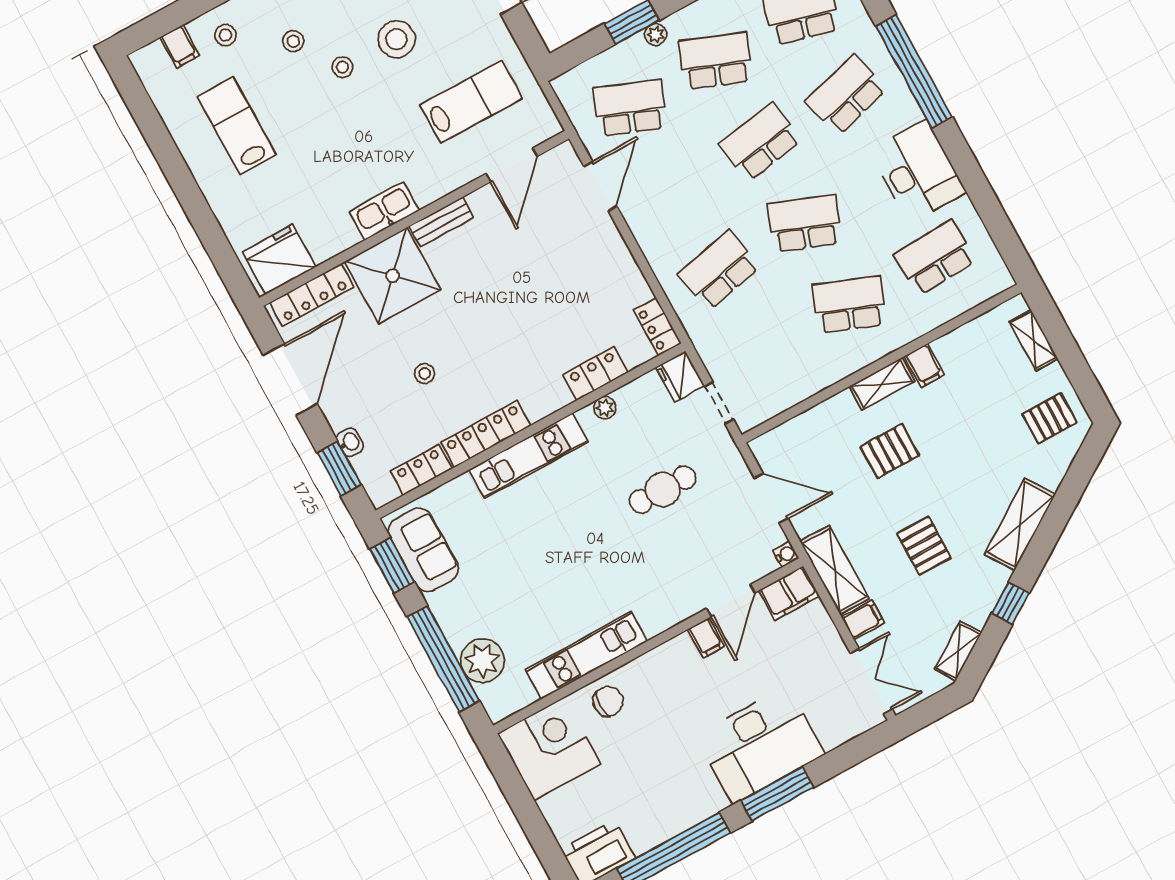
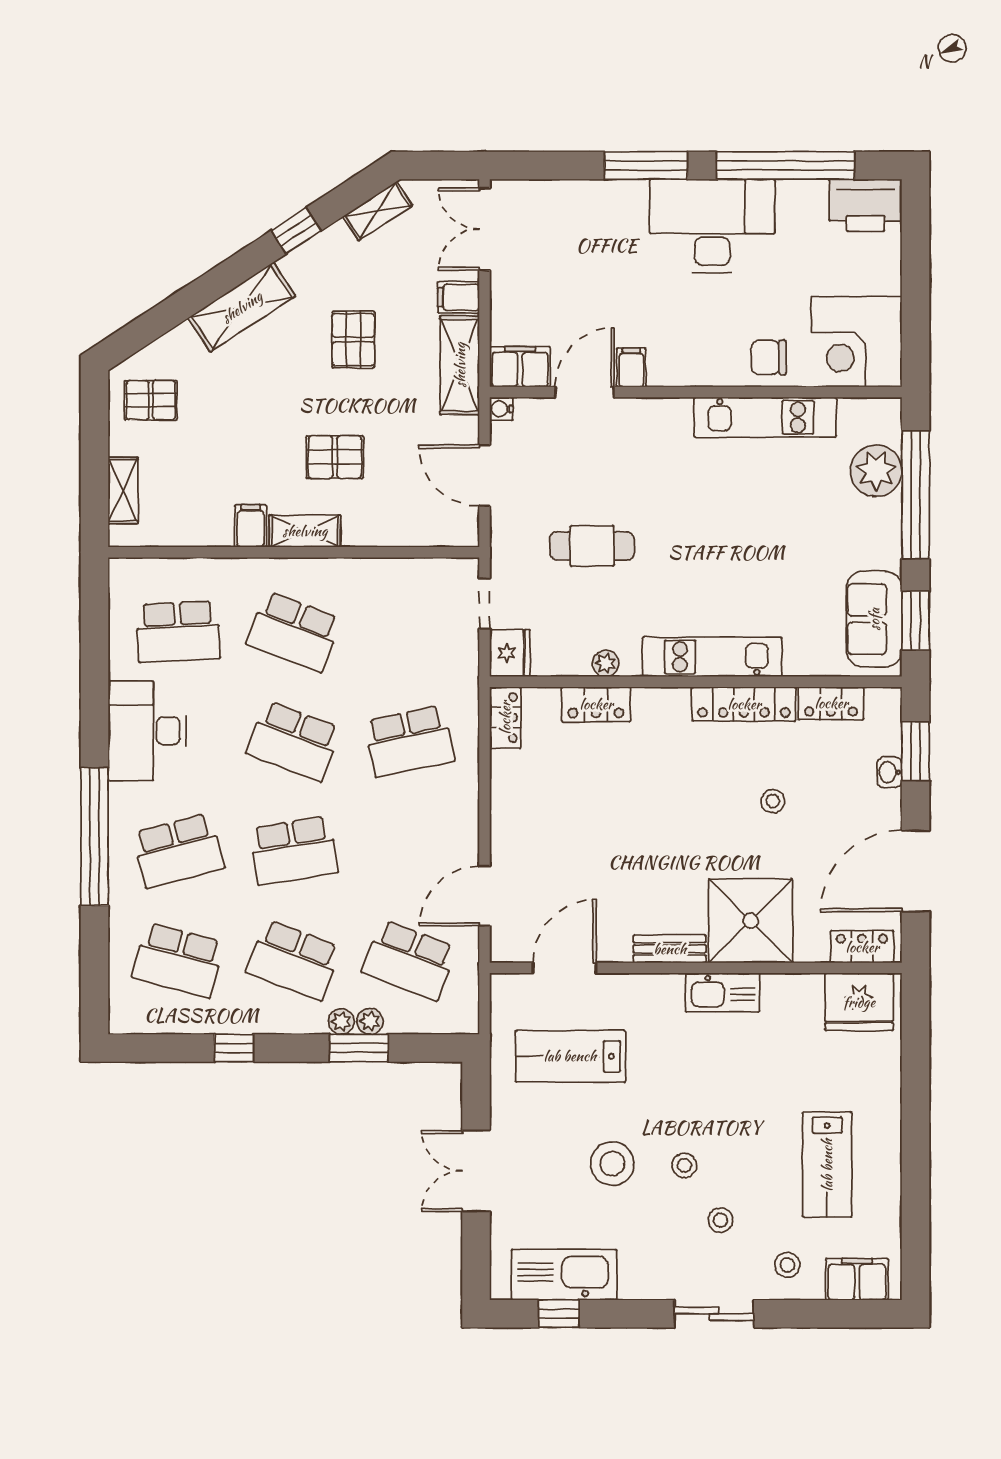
filing cabinet: (179, 46) -> (857, 1279), width x2.00
plant: (634, 46) -> (370, 1021), added
locker: (312, 295) -> (862, 947), width x0.66
desk: (760, 745) -> (712, 226), moved

